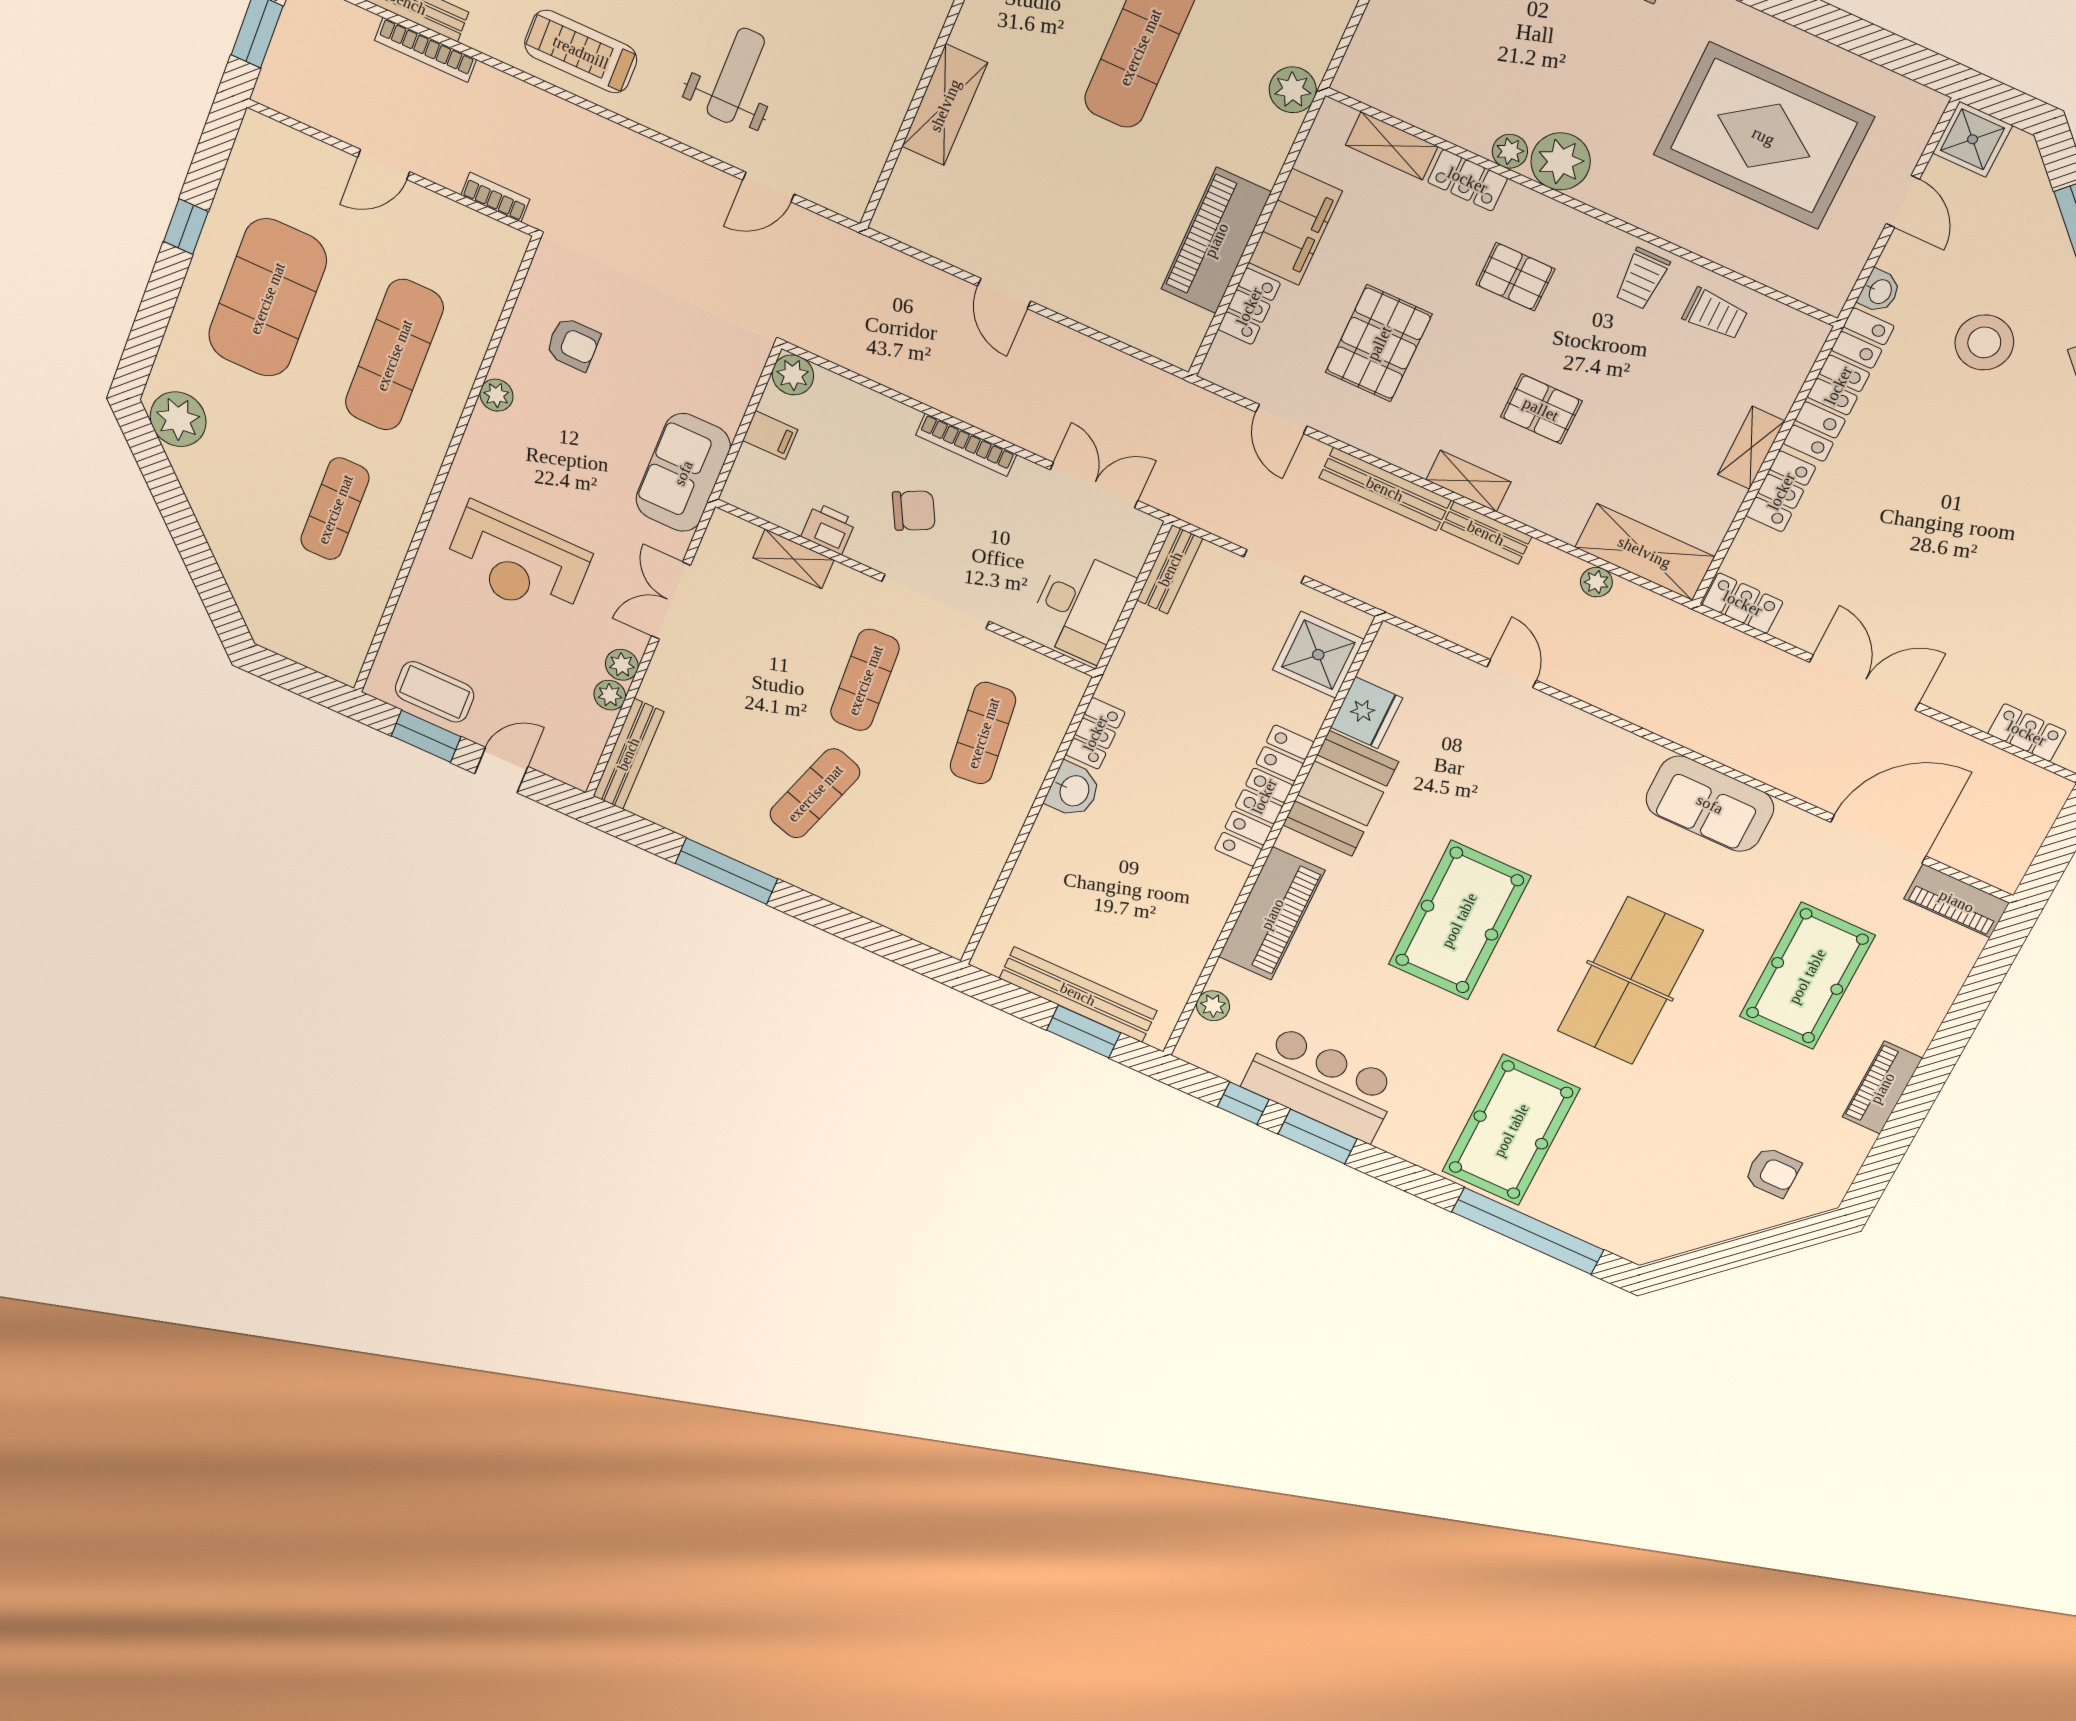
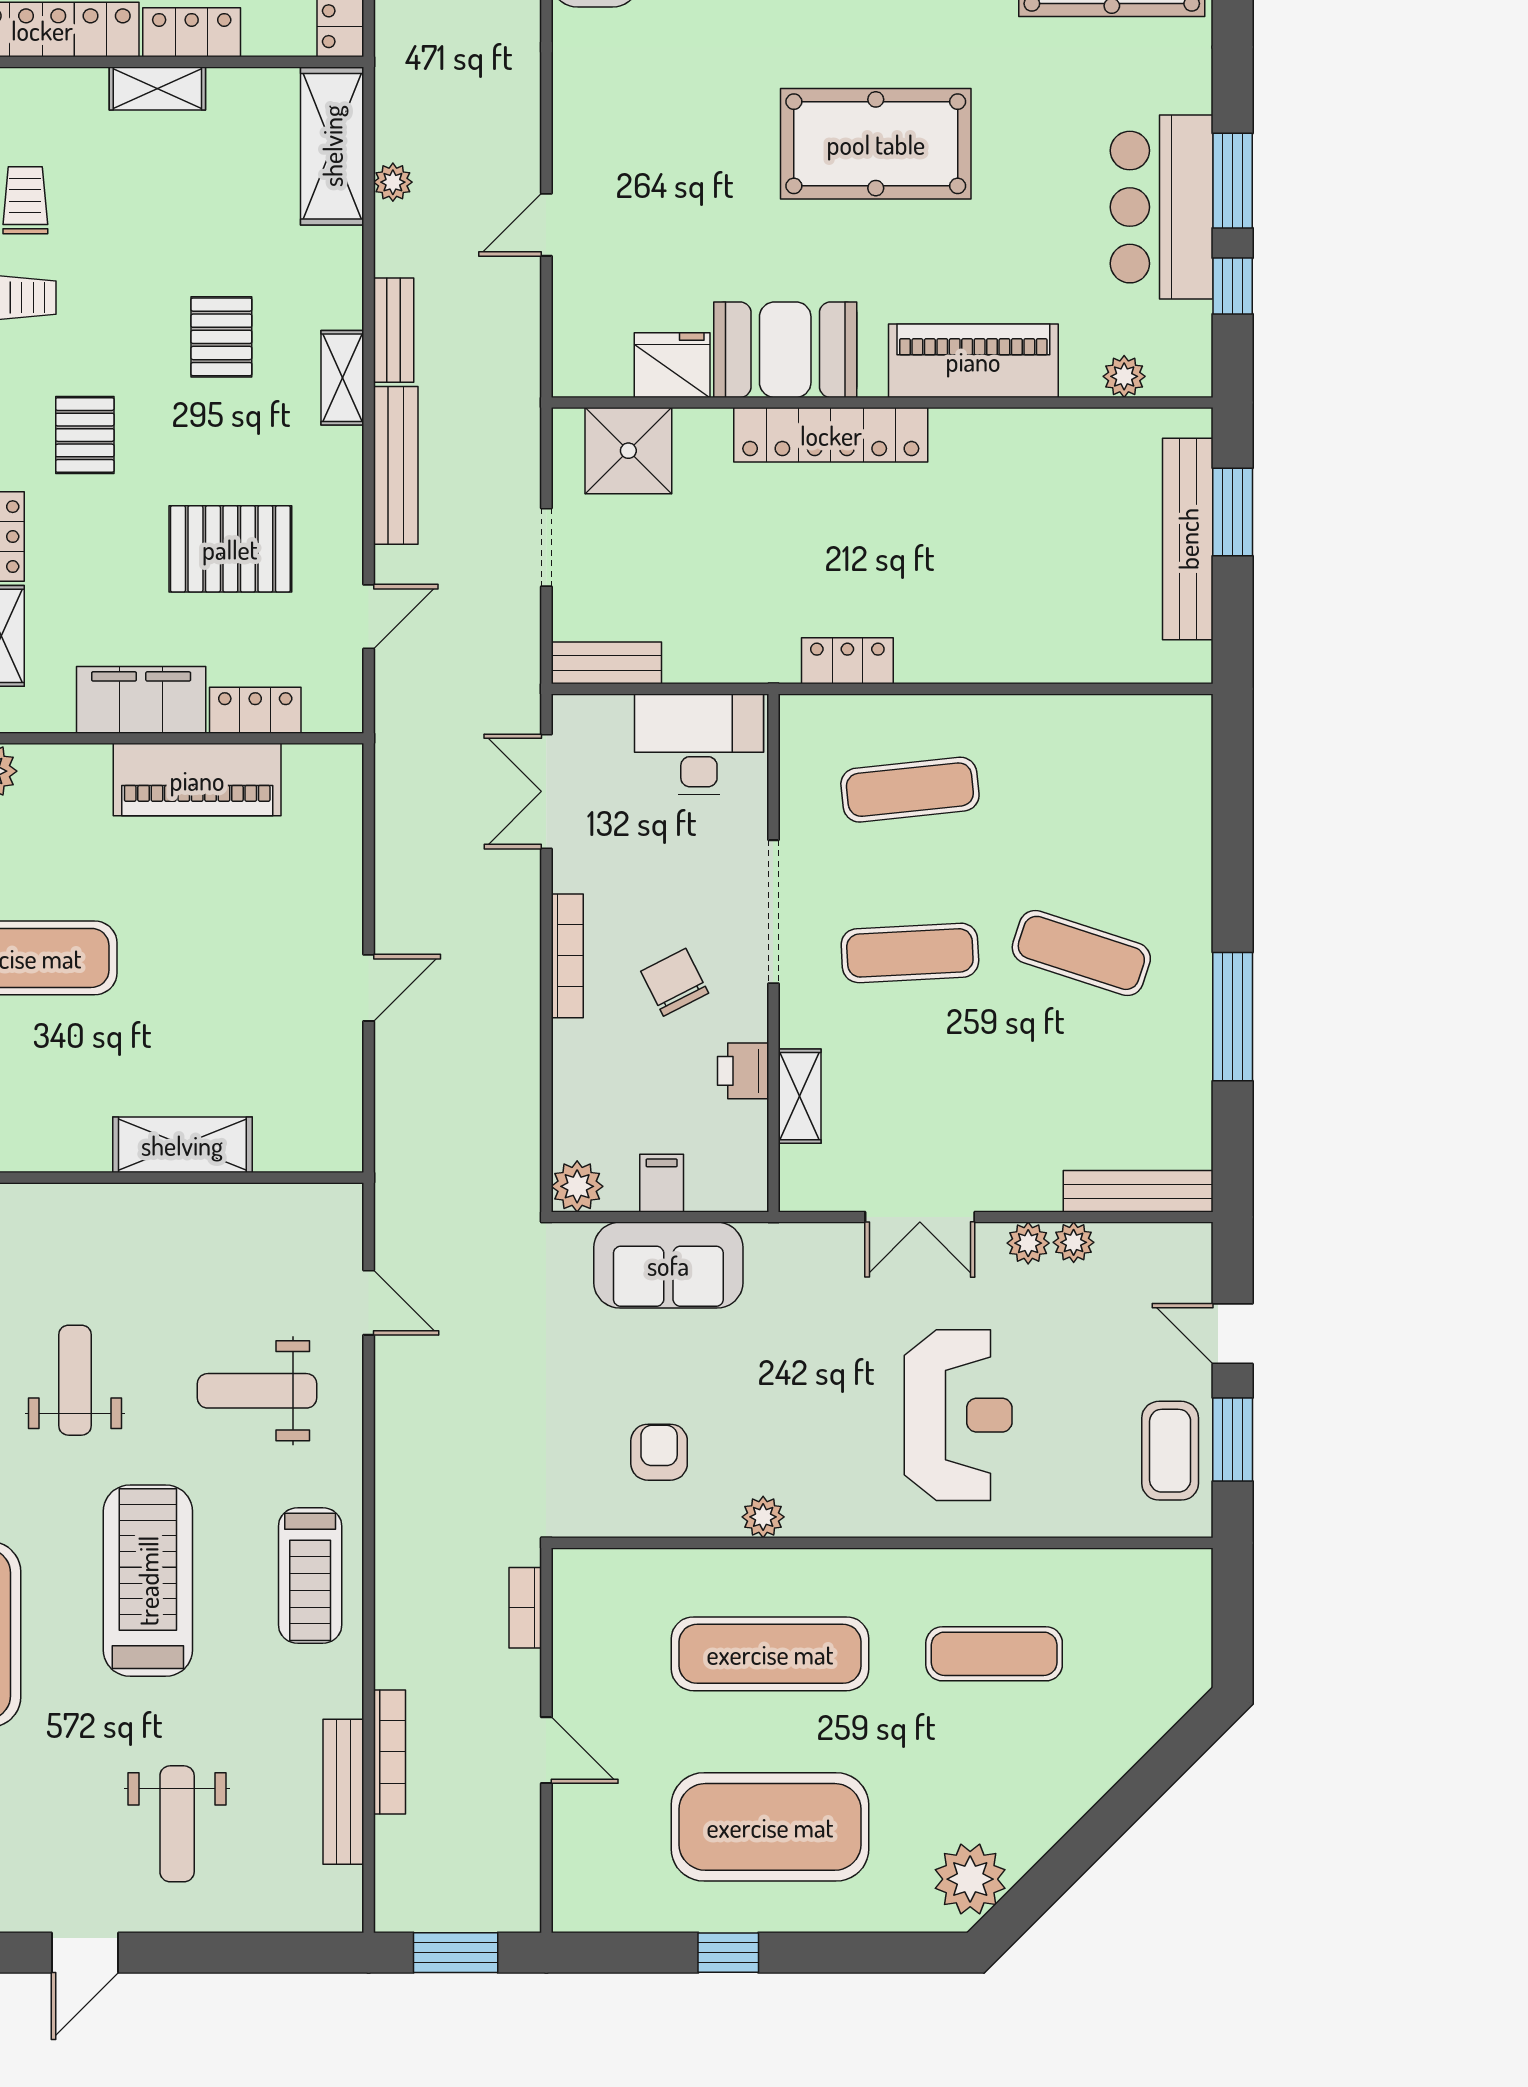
sofa: (683, 473) -> (668, 1265), moved
washbasin: (1073, 790) -> (931, 656), removed

